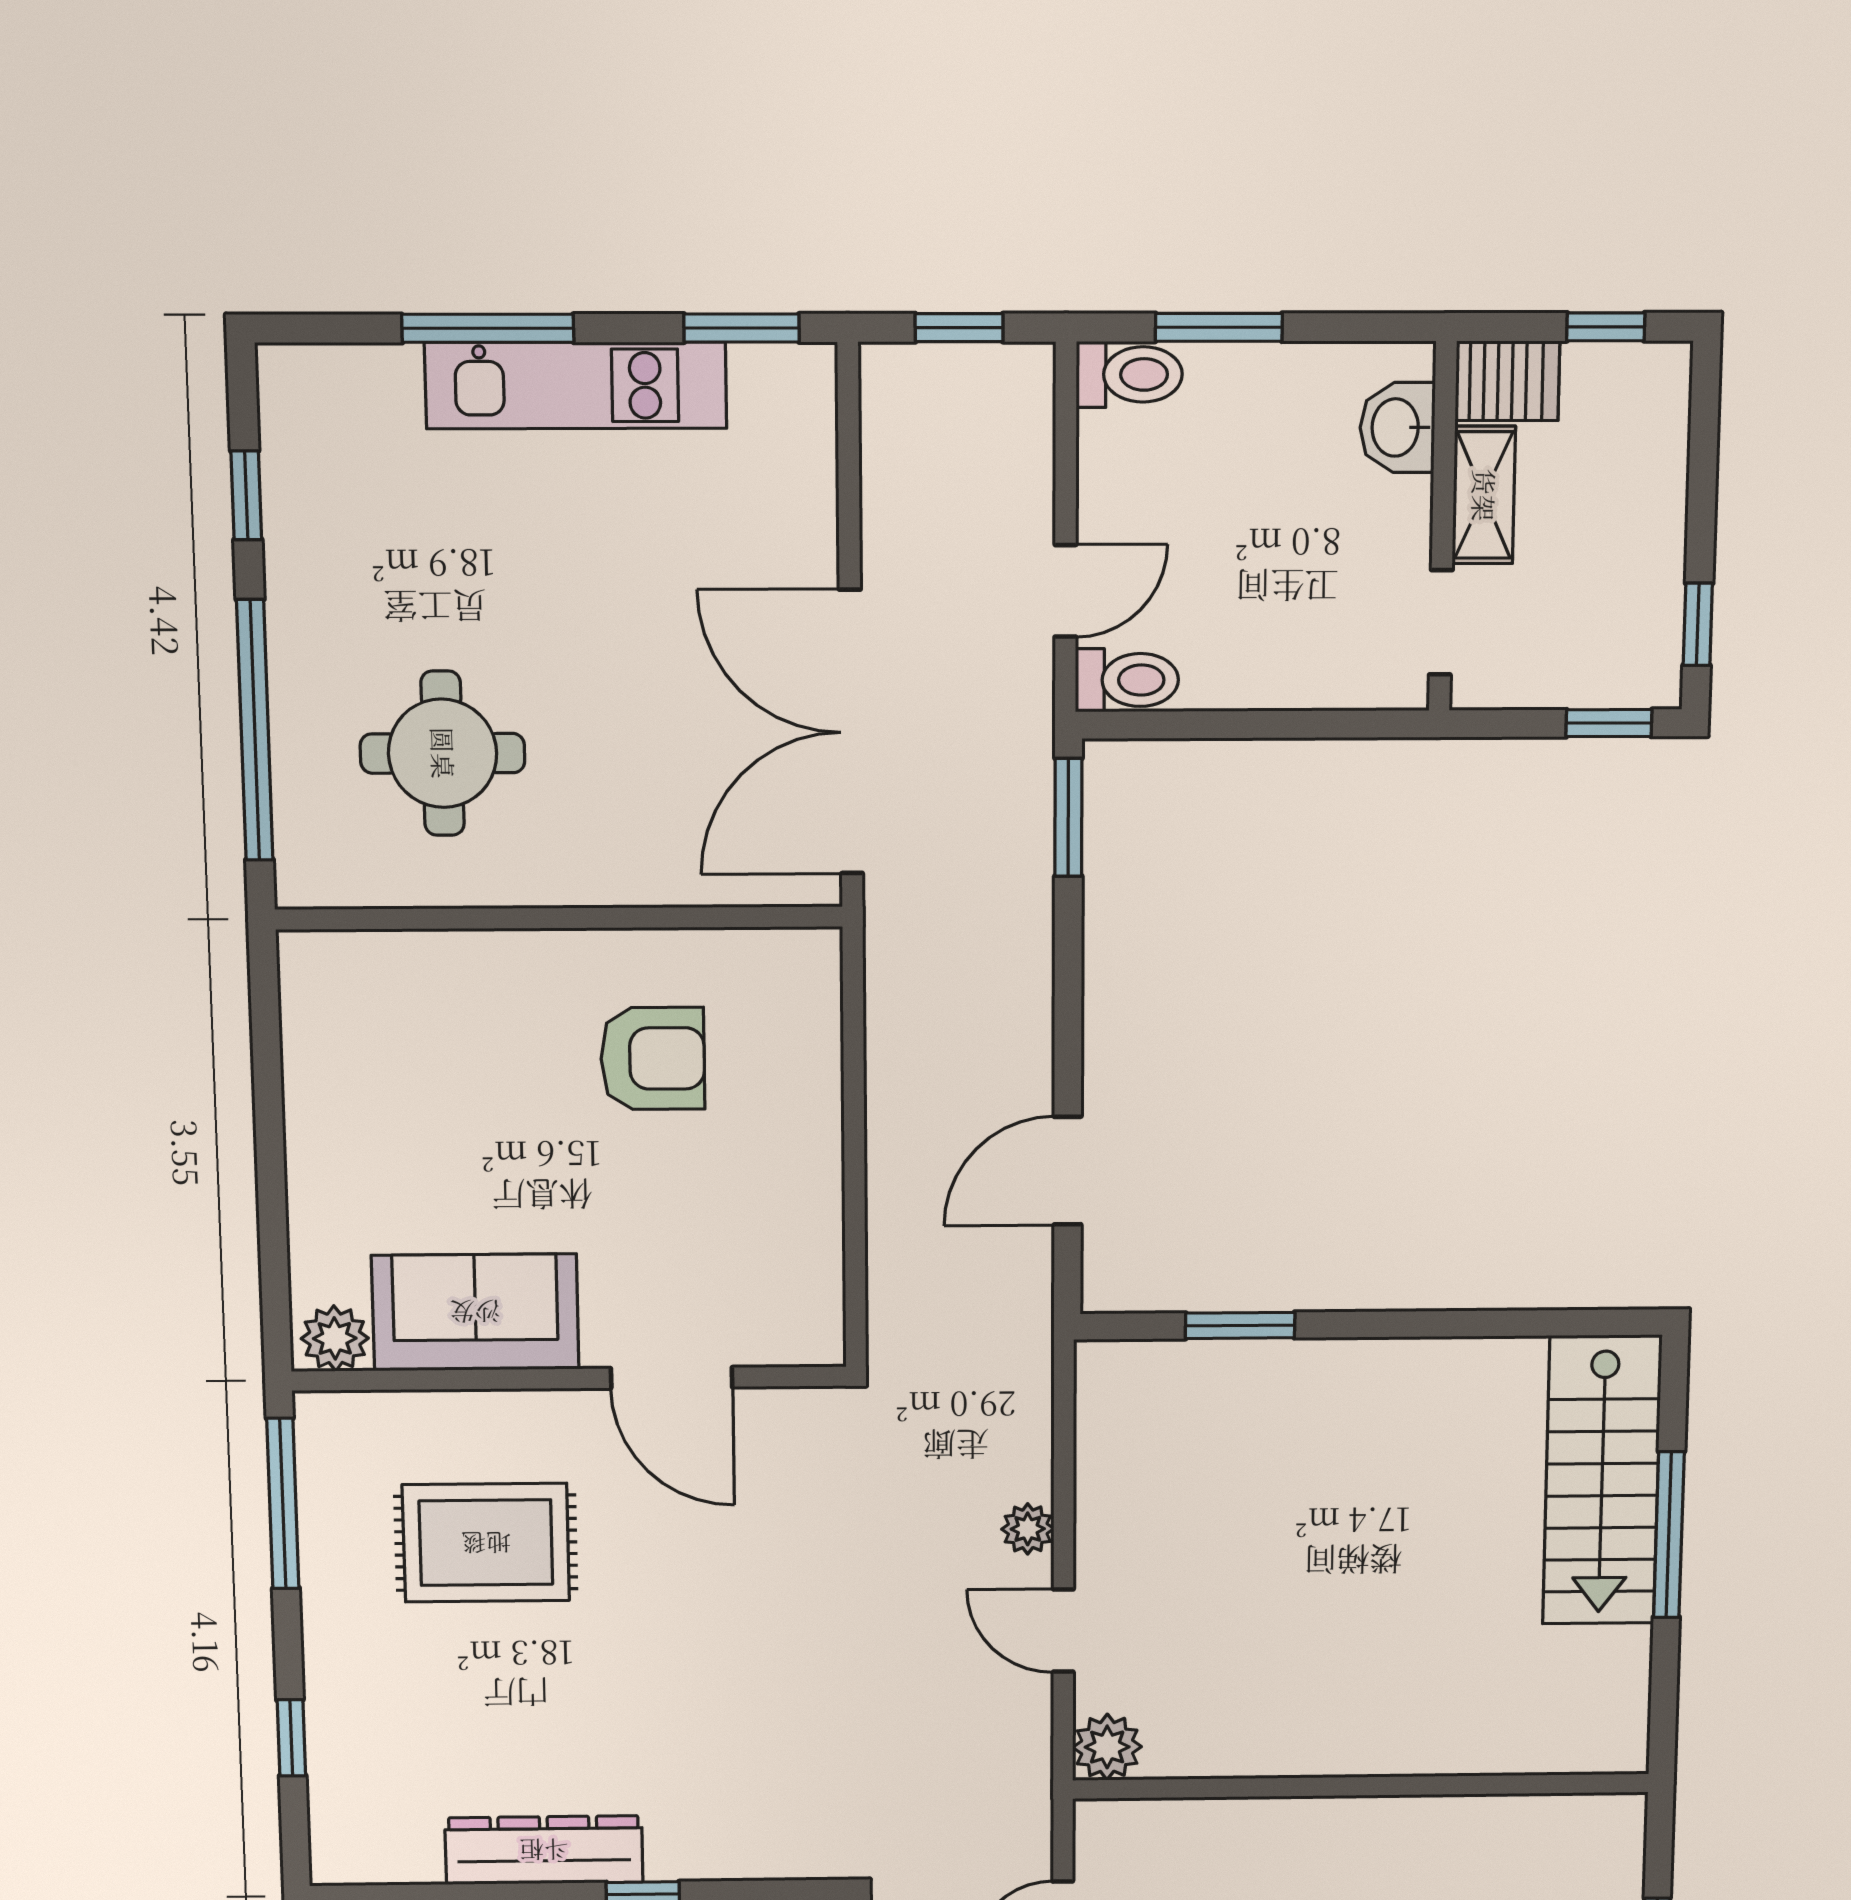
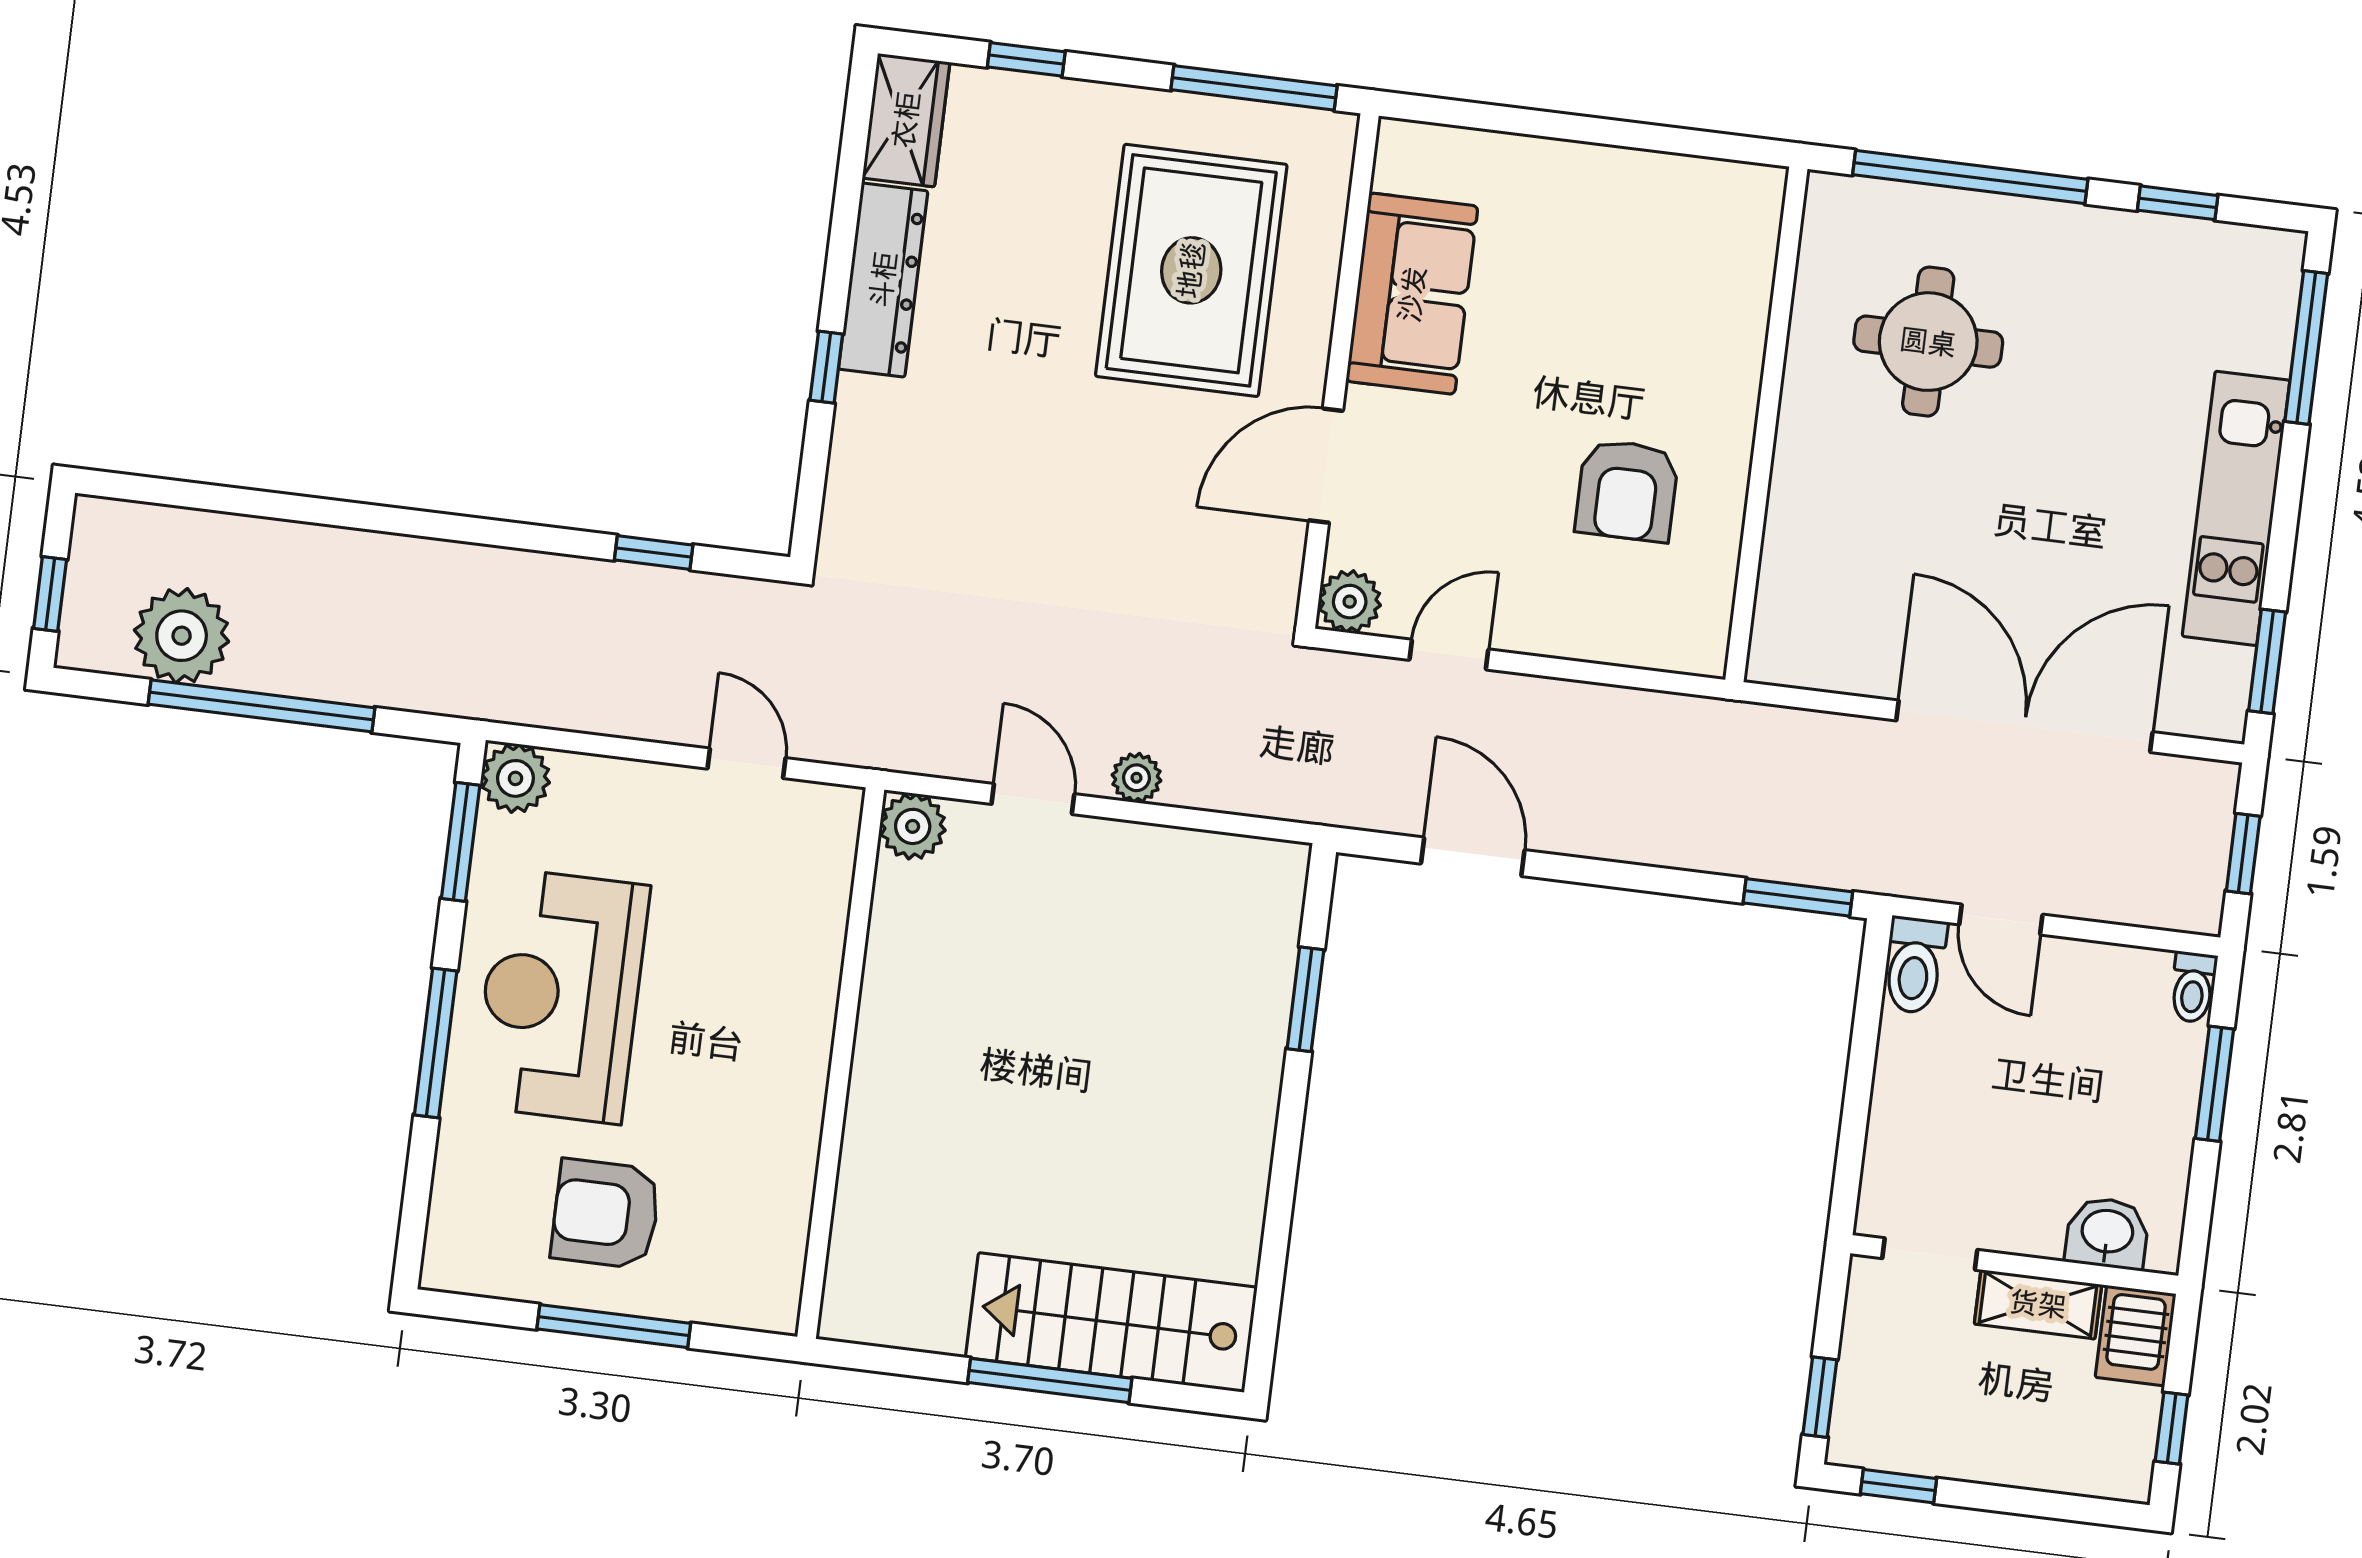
window: (488, 328) -> (2306, 347), moved
toilet: (1129, 374) -> (2193, 987), width x0.73, depth x0.72
double door: (851, 732) -> (2024, 726), moved
door: (855, 1224) -> (1449, 655), added
plant: (335, 1338) -> (1350, 602), moved
rug: (486, 1543) -> (1191, 270), width x1.37, depth x1.44
door: (1063, 1631) -> (1033, 799), hinge flipped
wardrobe: (374, 1849) -> (906, 120), added

